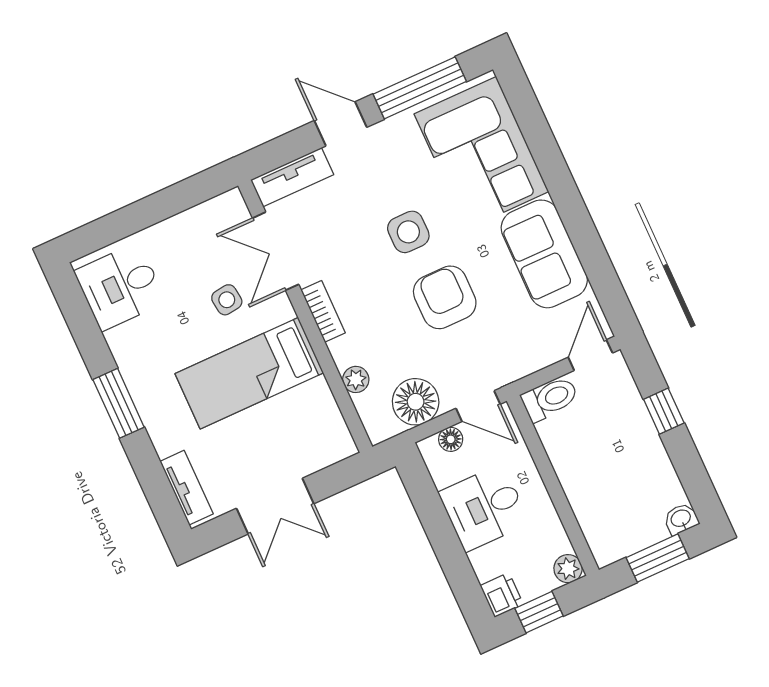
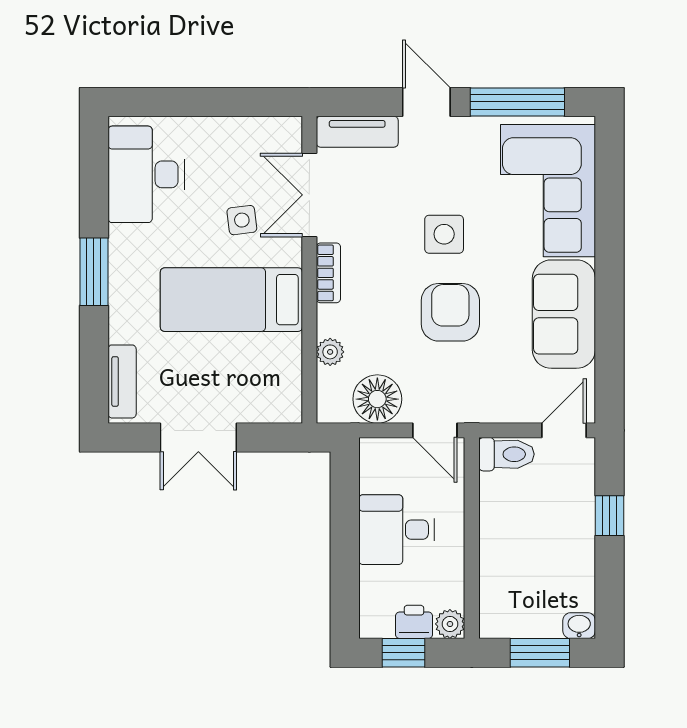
desk: (120, 287) -> (146, 174), width x1.37
floor lamp: (451, 439) -> (394, 450), removed
printer: (502, 595) -> (414, 622), moved, turned -90

